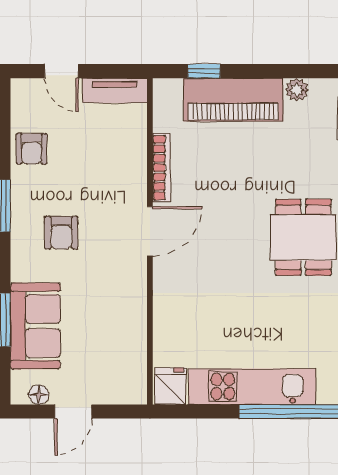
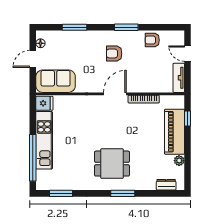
door: (62, 71) -> (188, 54), hinge flipped
door: (150, 231) -> (115, 94), swing flipped
sofa: (35, 326) -> (56, 81), moved, turned 180
door: (73, 411) -> (33, 59), hinge flipped

